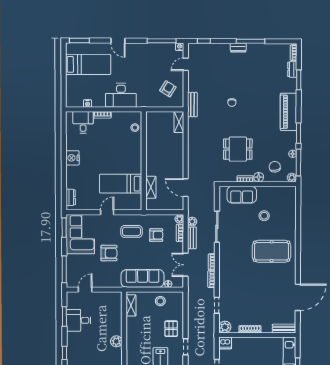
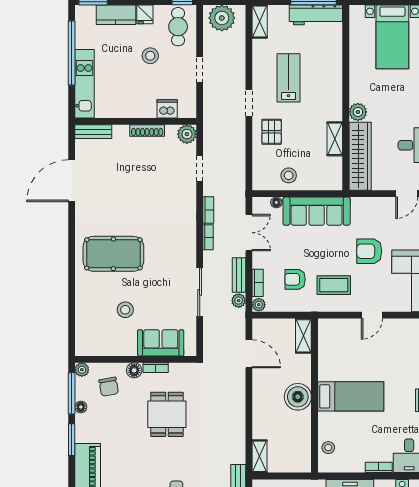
dining table: (238, 149) -> (167, 414), turned 90
boiler: (154, 160) -> (298, 397), added
bed: (121, 184) -> (351, 396), moved
shelving: (151, 187) -> (303, 336), moved
shelving: (131, 305) -> (335, 139), moved
wardrobe: (115, 313) -> (360, 156), added
dishwasher: (225, 343) -> (167, 109), moved

